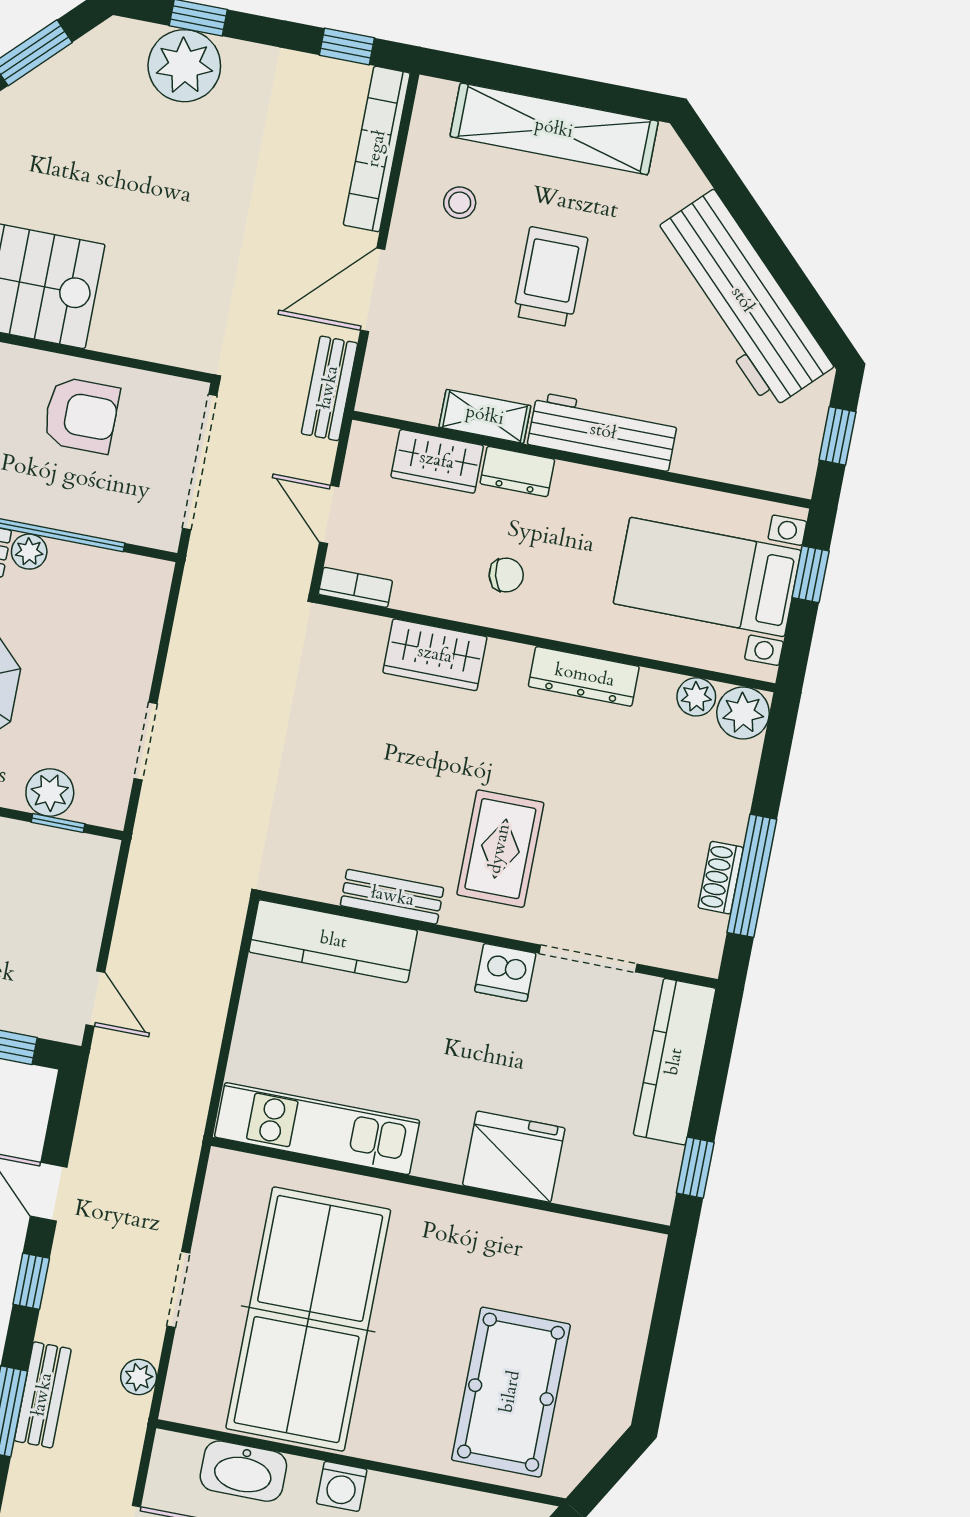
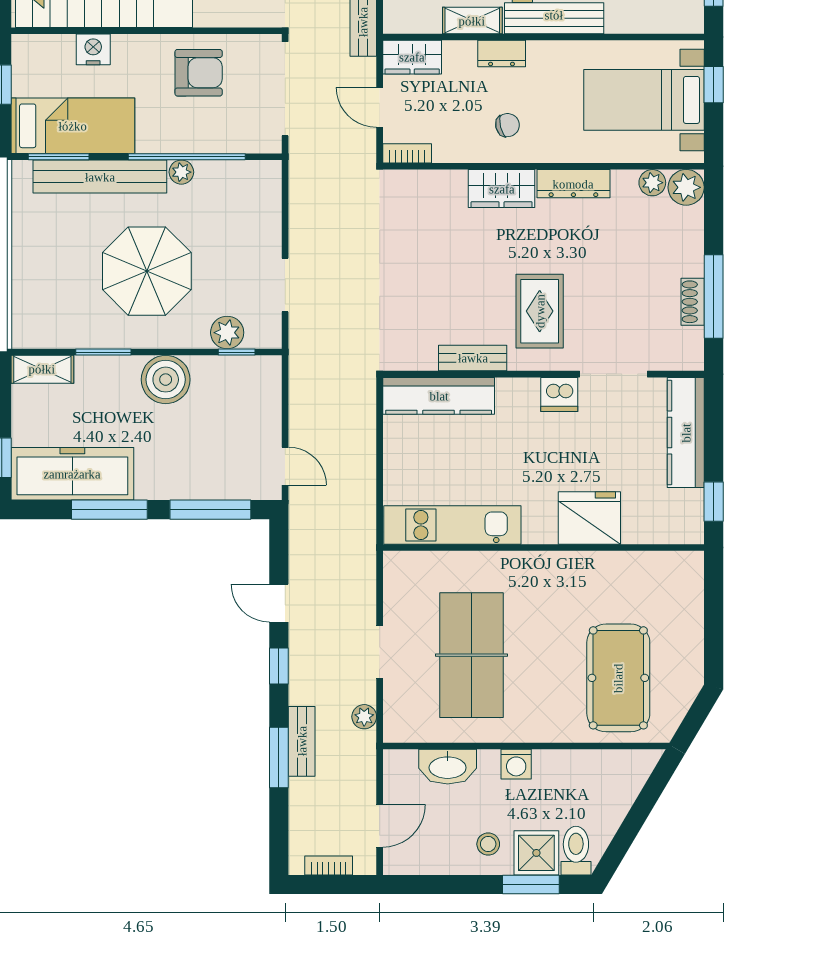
wardrobe: (437, 461) -> (412, 57), moved
wardrobe: (435, 655) -> (502, 189), moved
table tennis table: (308, 1319) -> (471, 655), width x0.73, depth x0.76

